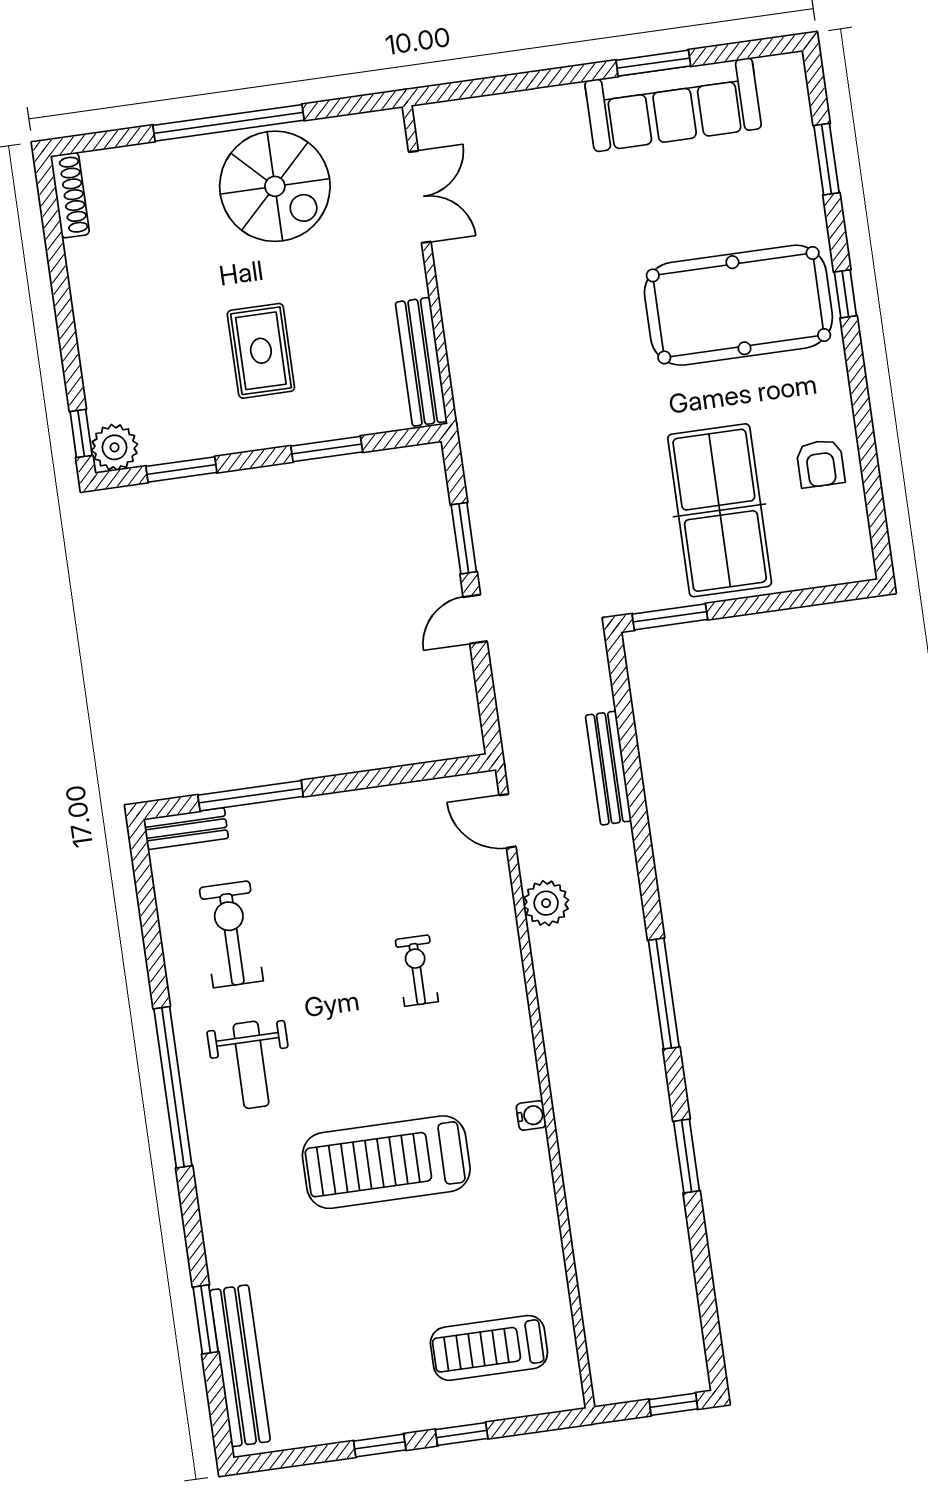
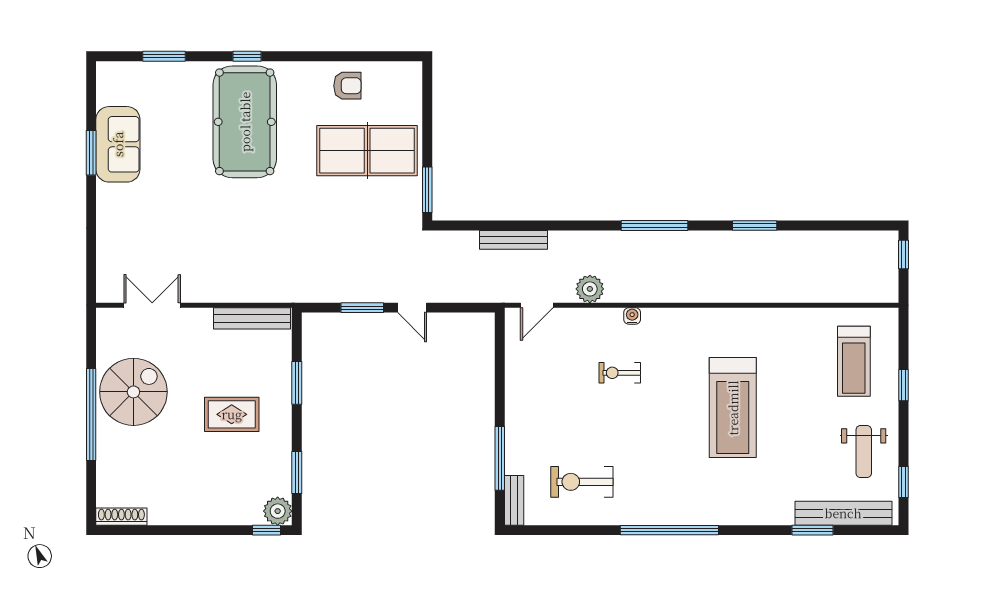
sofa: (673, 105) -> (118, 144), width x0.73
weight bench: (251, 1065) -> (864, 452), moved, turned 90
water cooler: (531, 1115) -> (632, 316), moved
window: (380, 1445) -> (904, 482), moved

